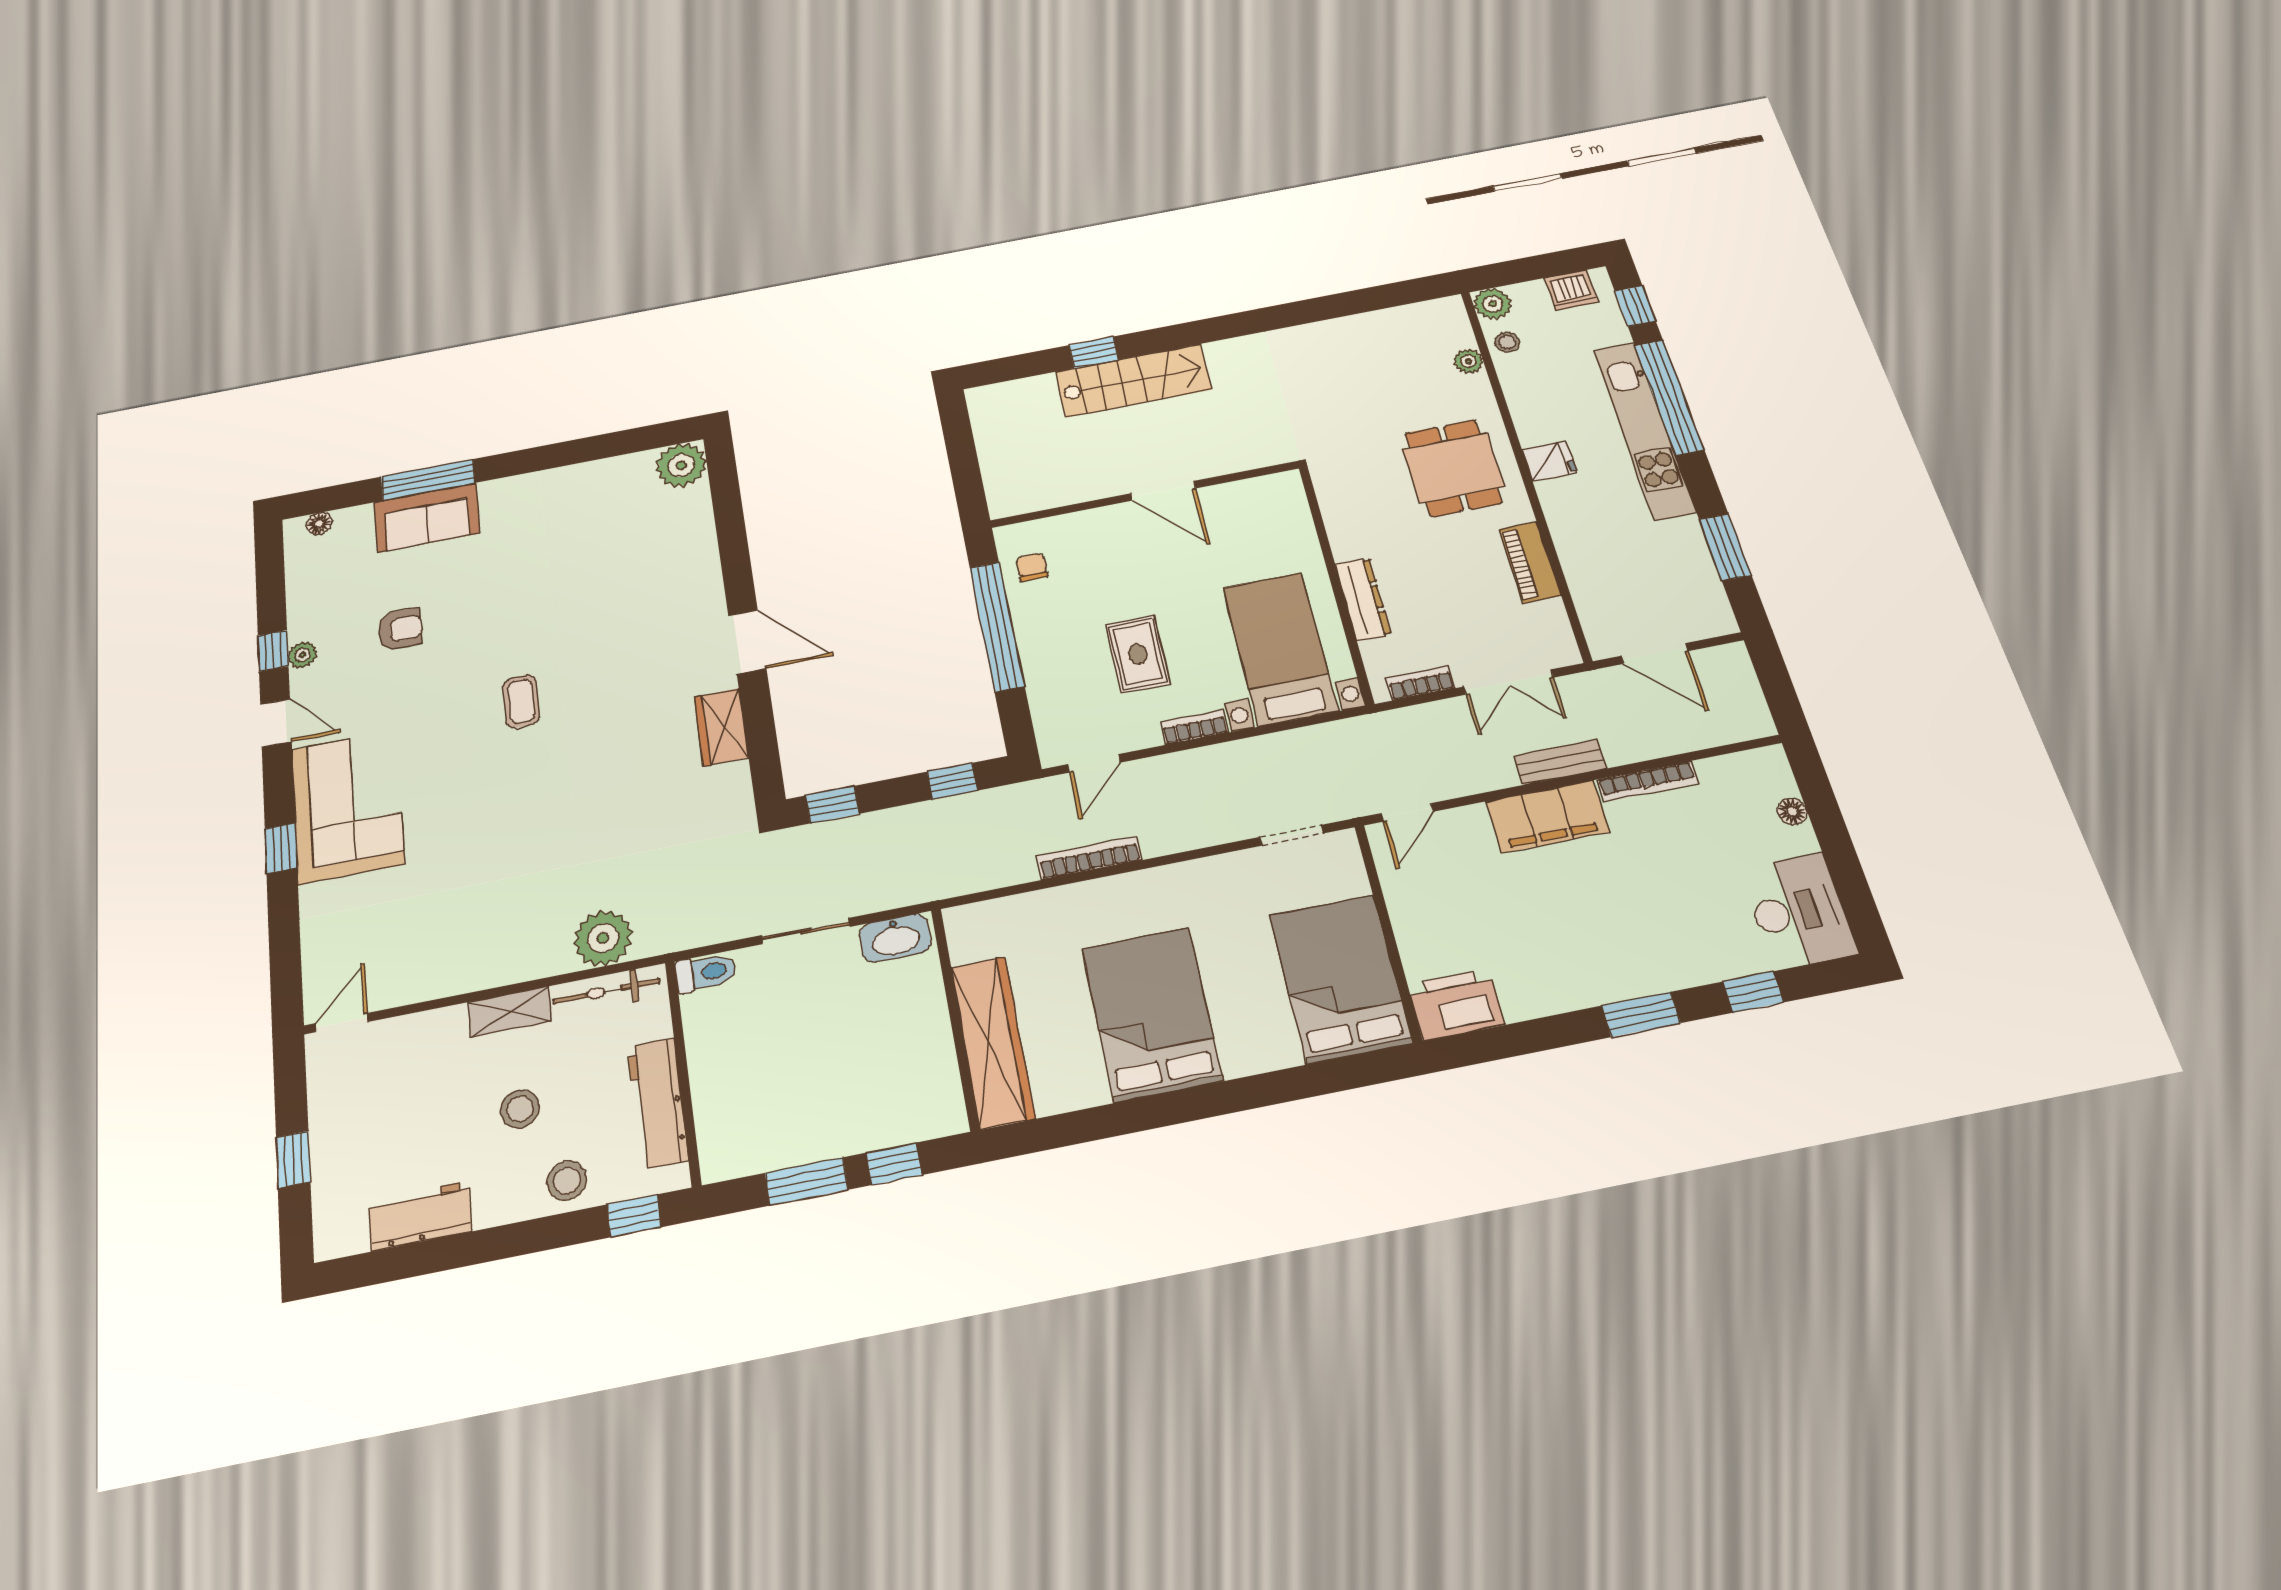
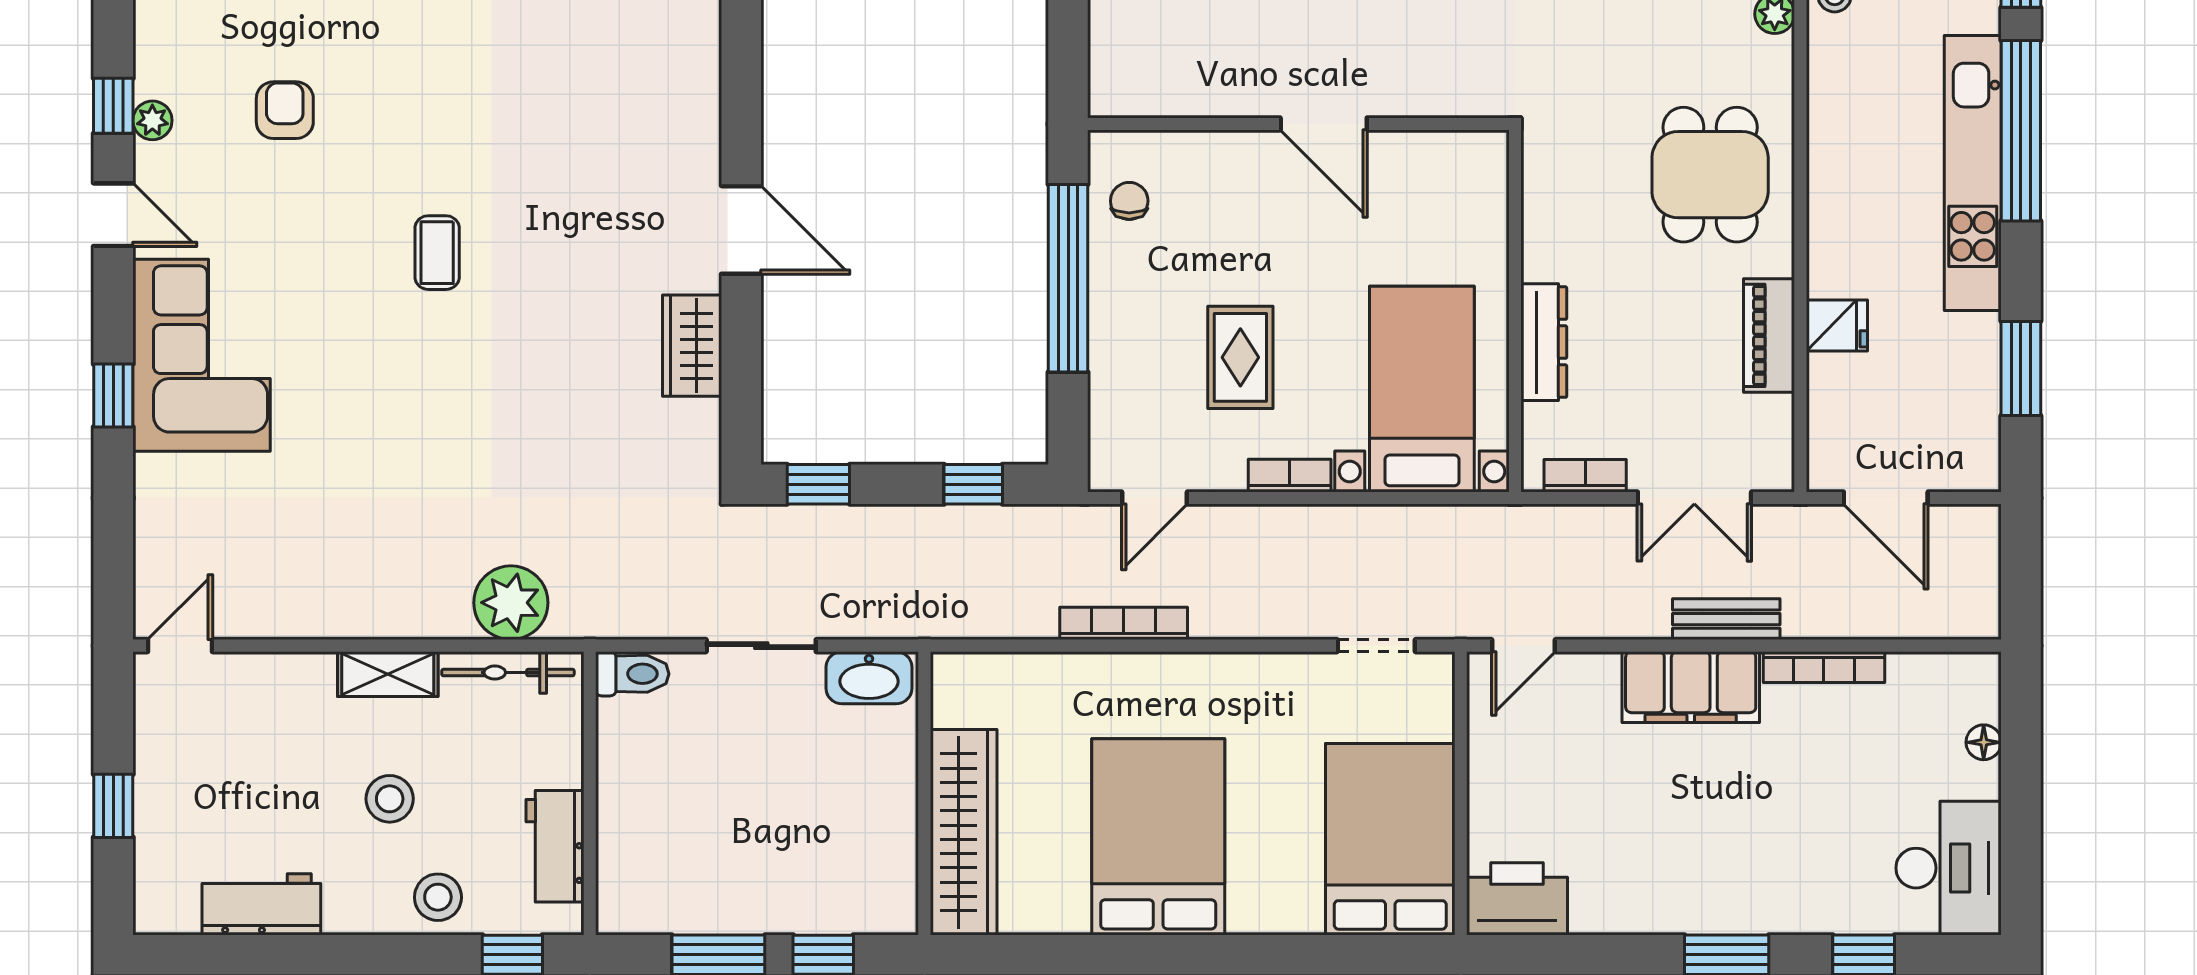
fridge: (1549, 461) -> (1837, 326), moved
armchair: (400, 629) -> (285, 110), turned -90
workbench: (658, 1103) -> (555, 846), width x0.73

